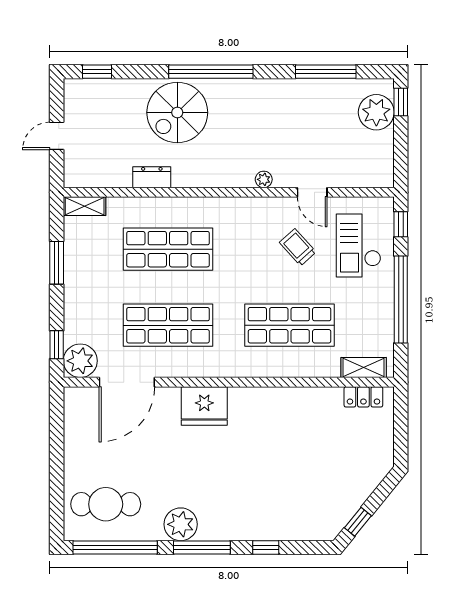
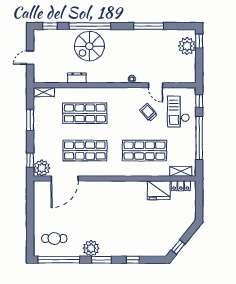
window: (211, 72) -> (90, 26), moved
window: (326, 72) -> (149, 26), moved
fridge: (204, 406) -> (159, 190), moved
cafe table: (106, 504) -> (54, 238), width x0.73, depth x0.74
window: (202, 548) -> (101, 260), width x0.69

